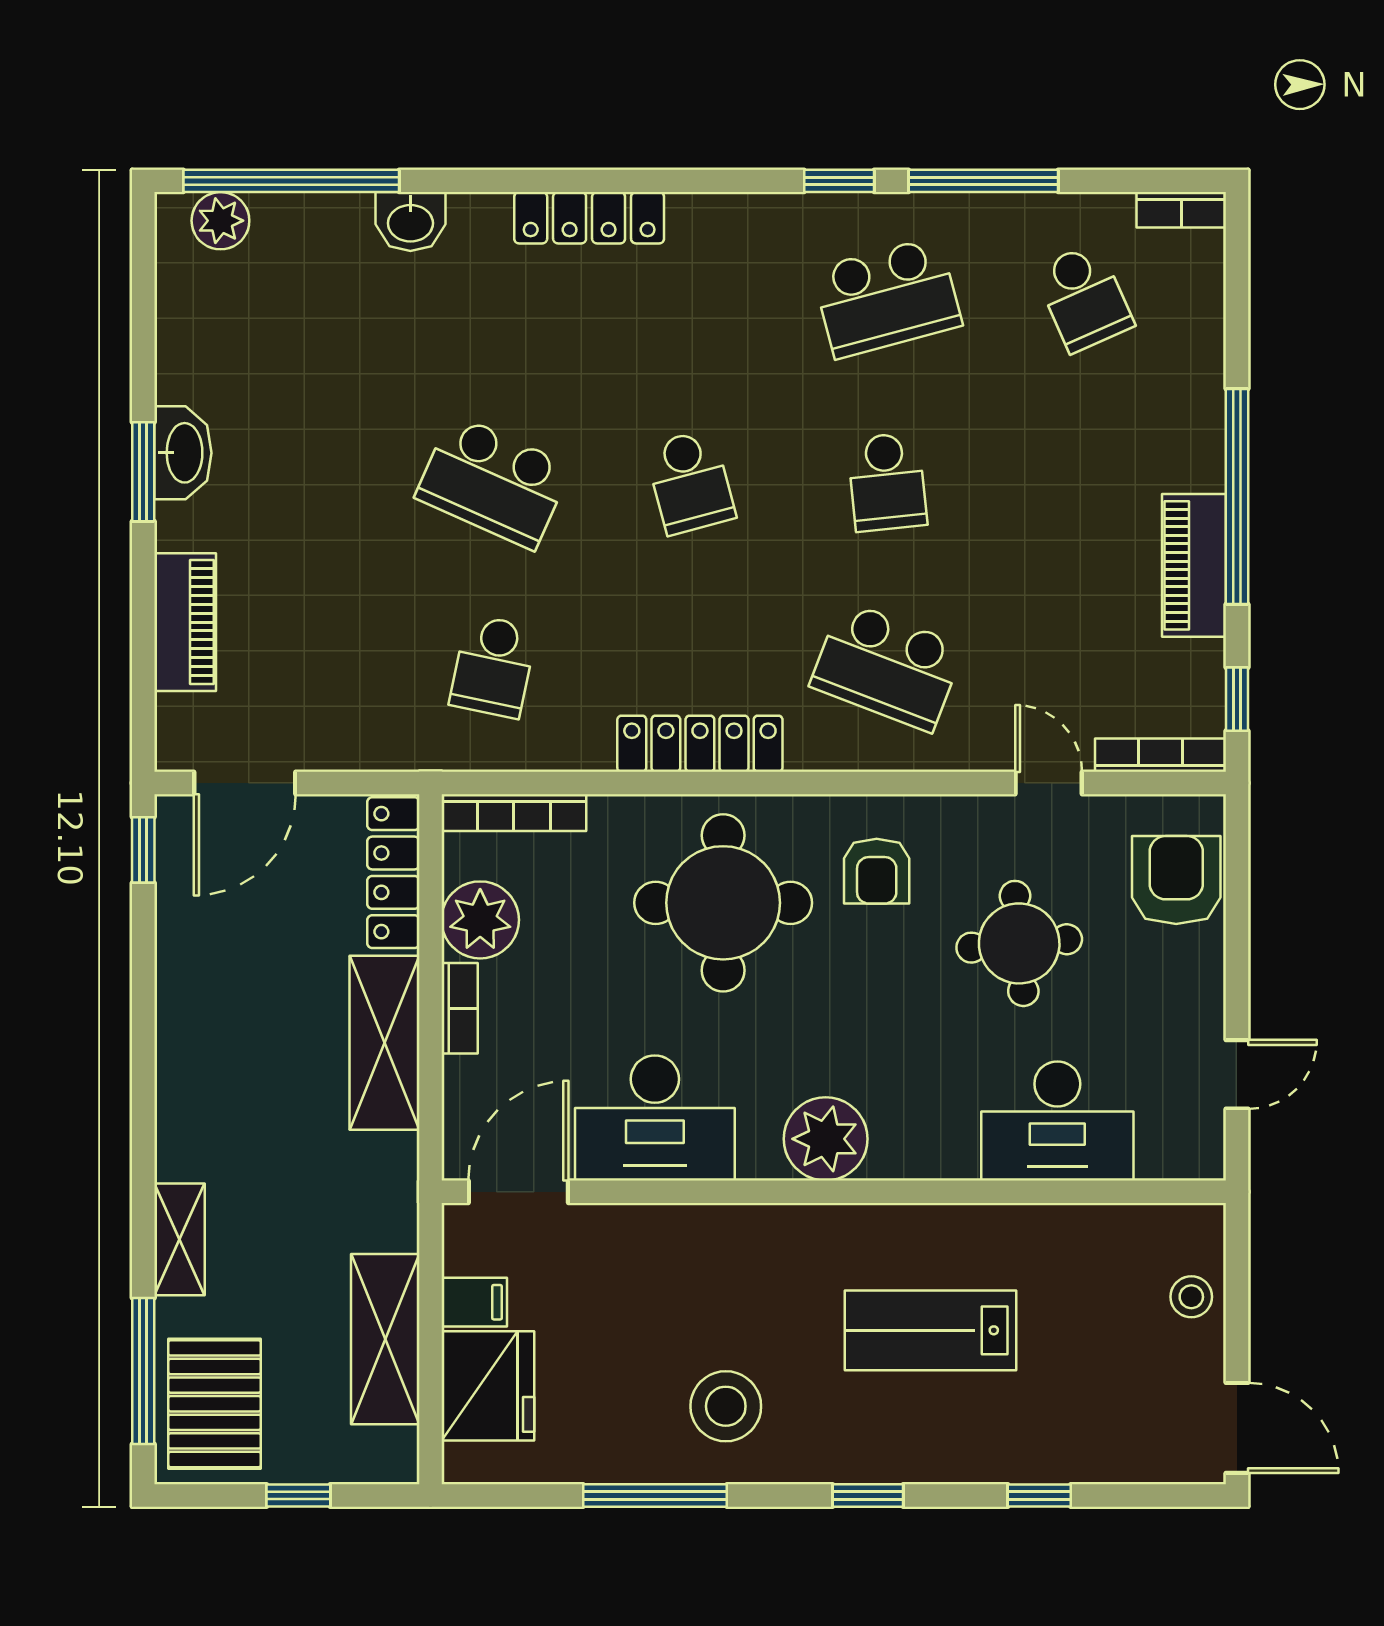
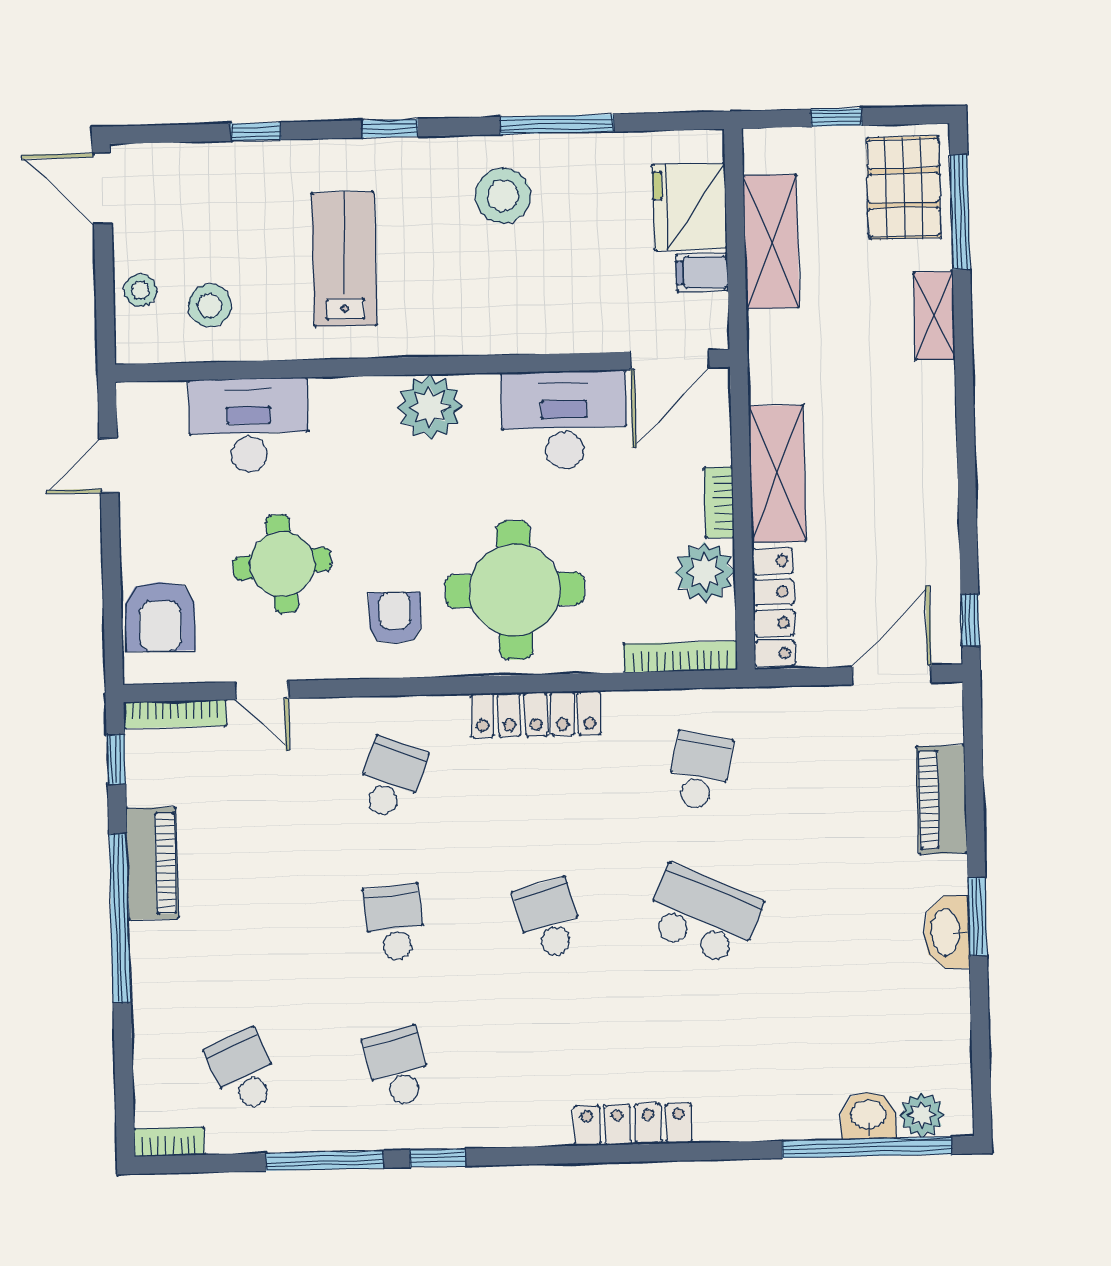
washbasin: (410, 221) -> (868, 1116), moved
school desk: (887, 298) -> (398, 1067), width x0.54
school desk: (887, 666) -> (391, 778), width x0.54
stool: (1103, 1275) -> (210, 305), added
lab bench: (930, 1330) -> (344, 259), turned -90

